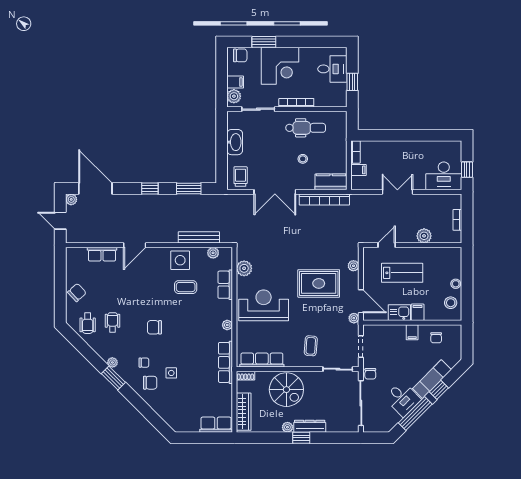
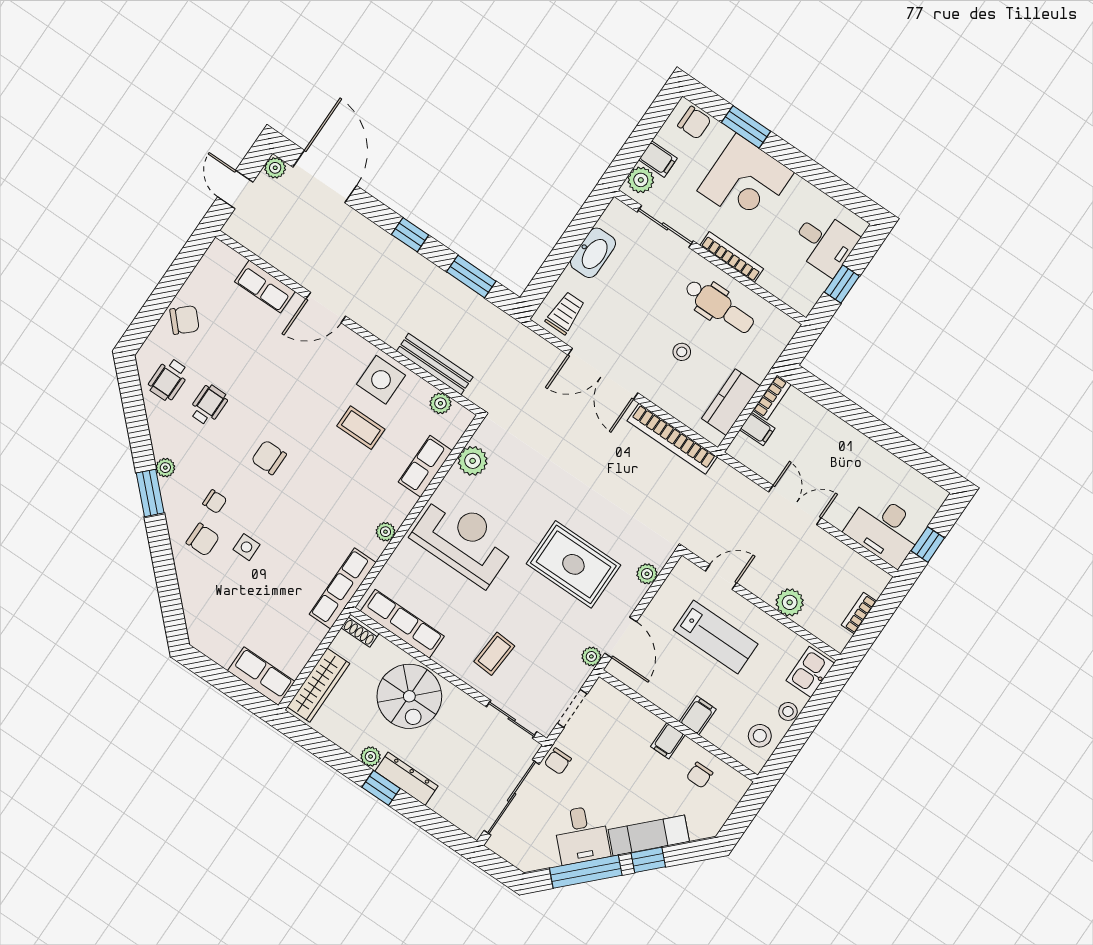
kitchen counter: (331, 182) -> (731, 402), moved, turned -90
kitchen sink: (399, 313) -> (810, 672), moved, turned -90

